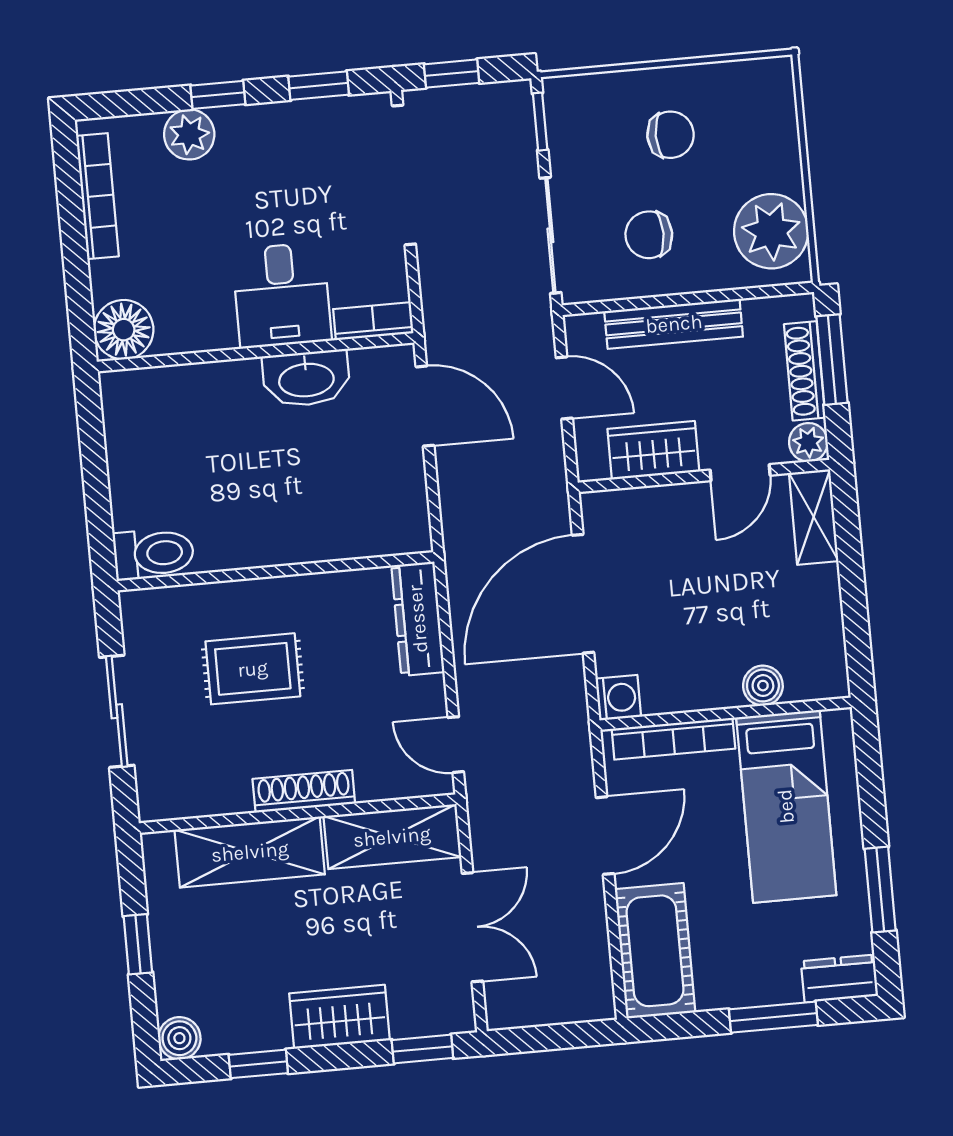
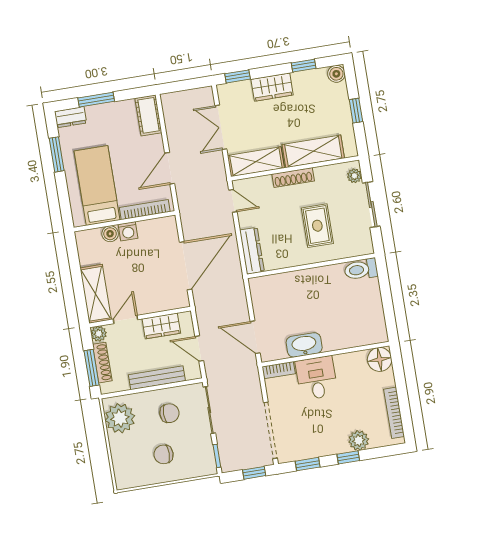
shelving: (814, 517) -> (96, 294), width x1.50, depth x1.33
rug: (253, 669) -> (317, 226), turned 90
washing machine: (618, 698) -> (128, 231), moved, turned -90
plant: (153, 785) -> (354, 176), added
cot: (655, 951) -> (148, 115), width x0.73, depth x0.75

